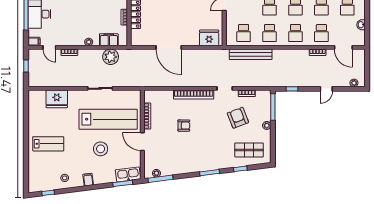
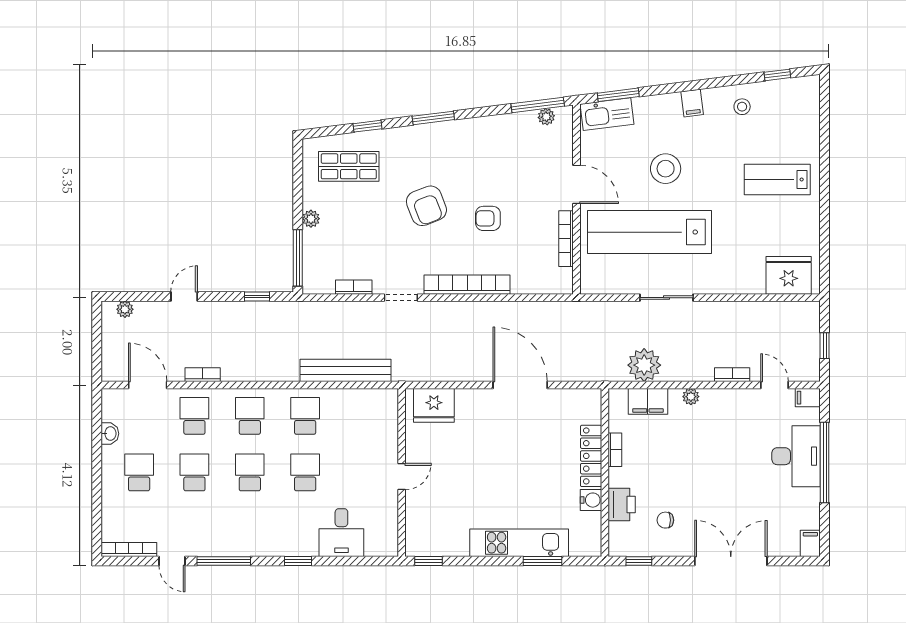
school desk: (244, 33) -> (360, 416), removed
fridge: (57, 99) -> (789, 275), moved
armchair: (238, 118) -> (426, 206), moved

